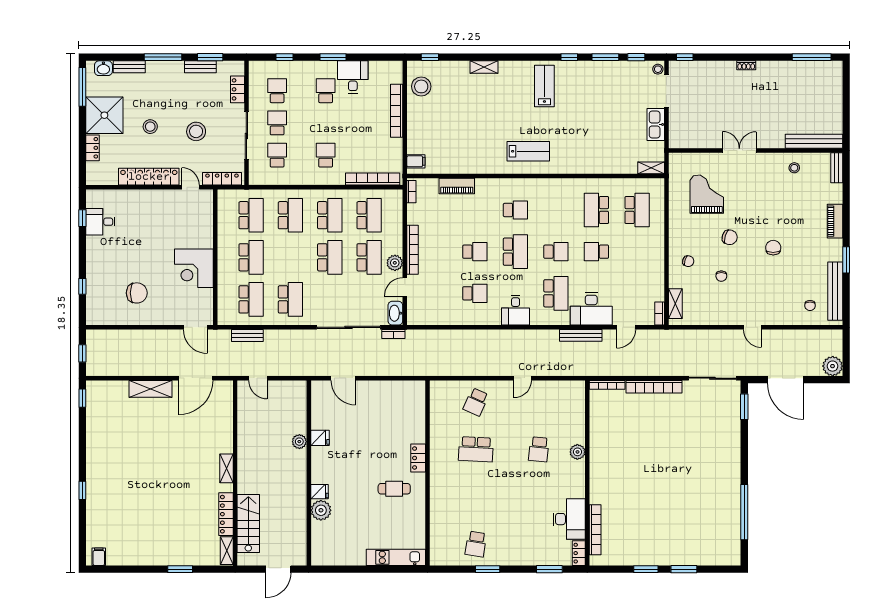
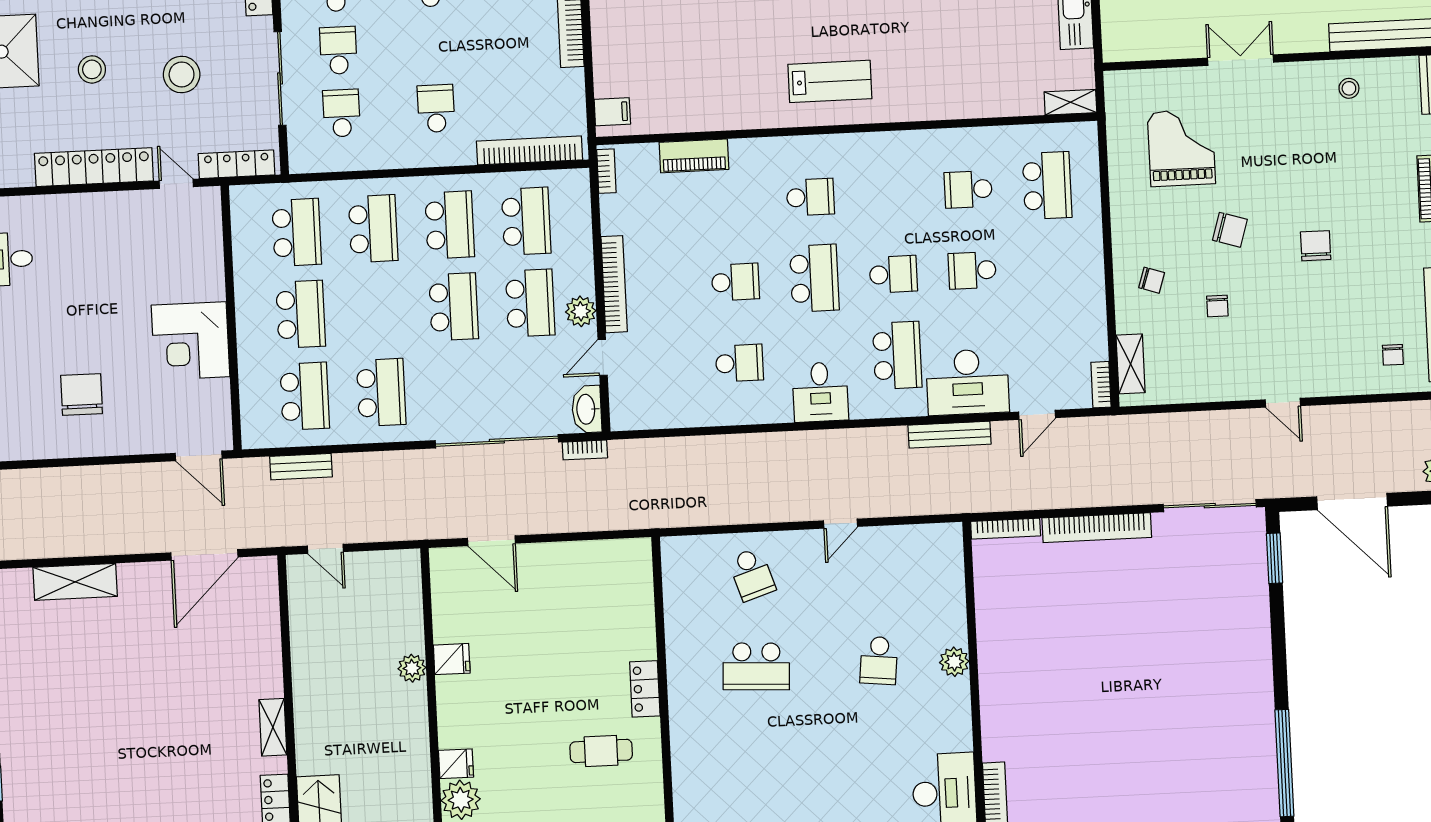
school desk: (596, 210) -> (968, 189), width x0.54
chair: (137, 293) -> (82, 394), turned -90
shelving: (151, 389) -> (75, 582), moved
school desk: (476, 402) -> (752, 574), turned -42

